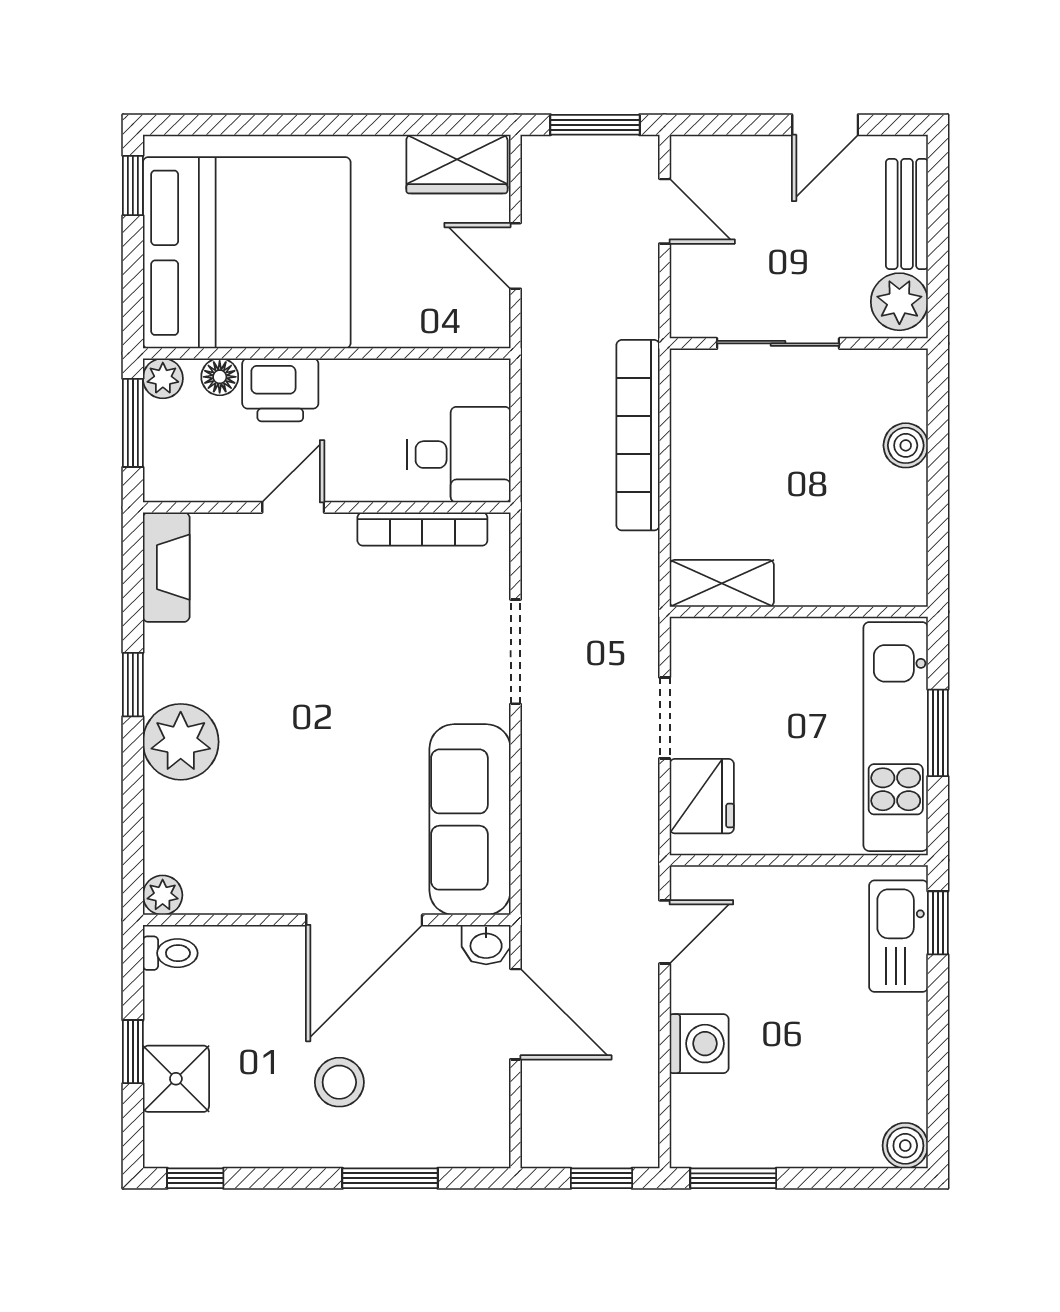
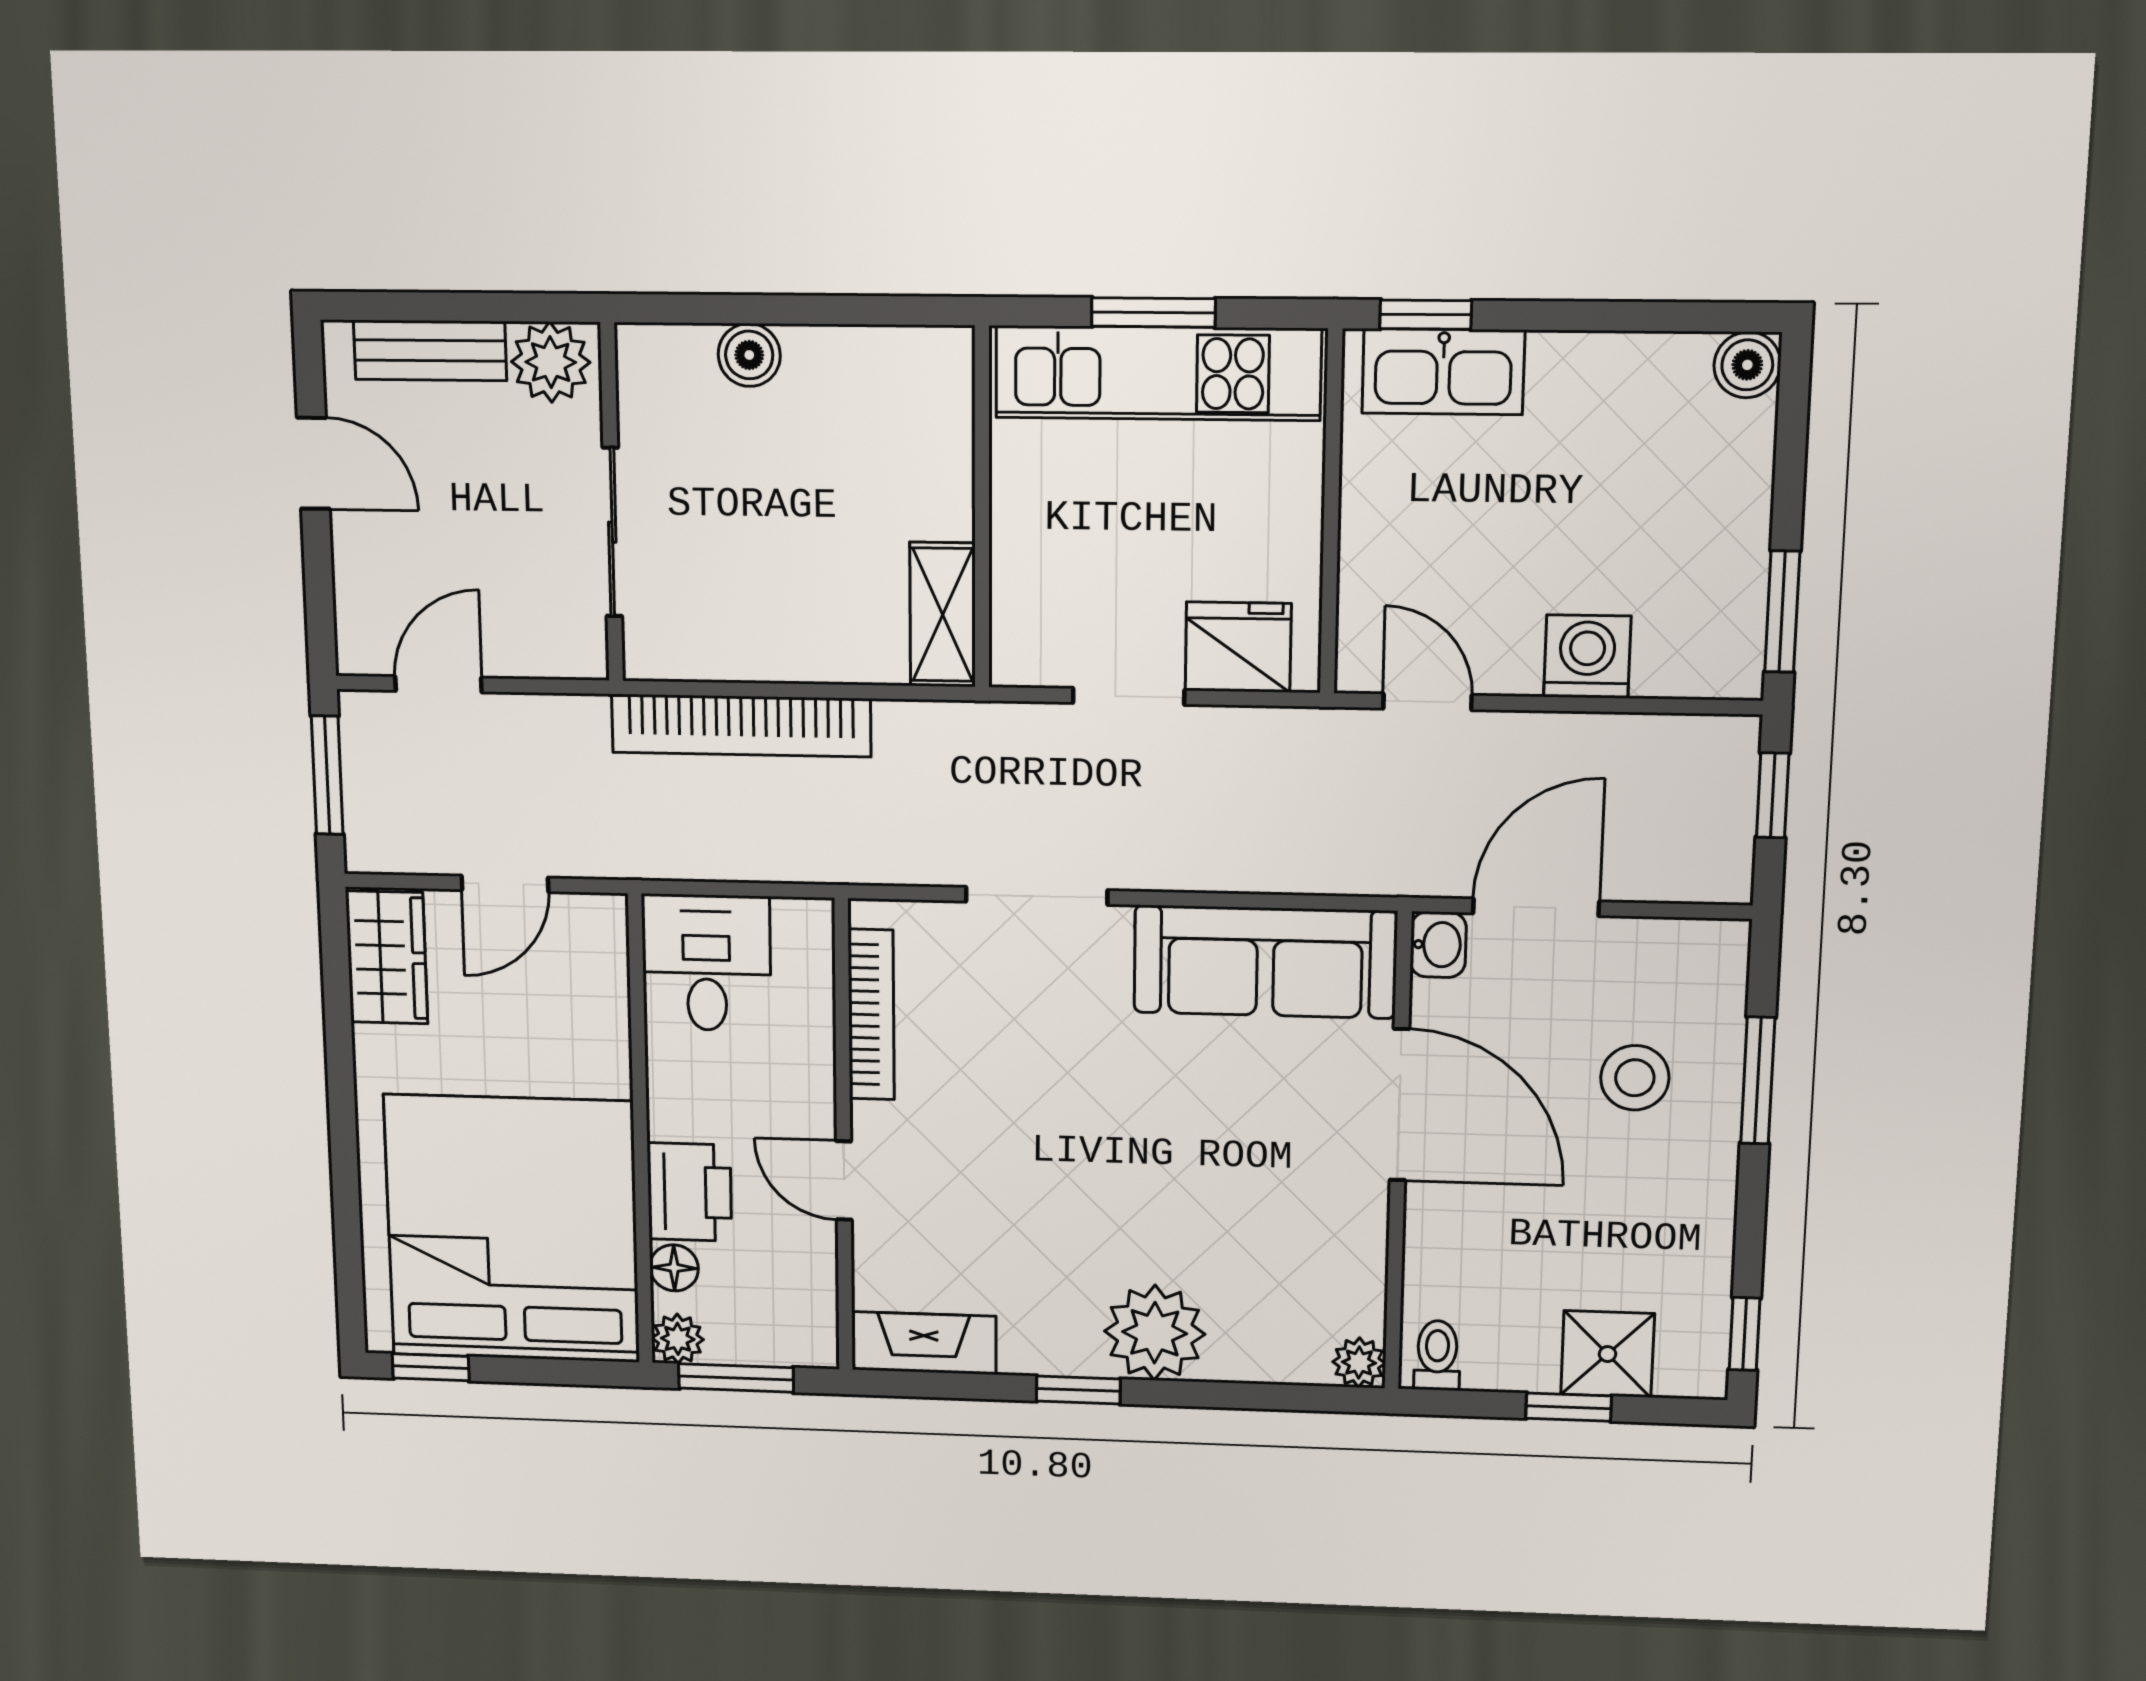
desk: (459, 455) -> (706, 963), moved
stool: (339, 1082) -> (1635, 1078), moved

